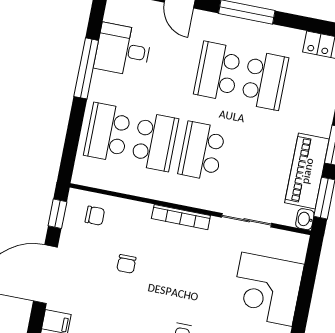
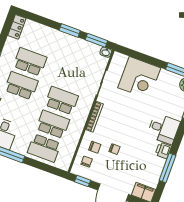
school desk: (218, 71) -> (21, 86), turned 180
school desk: (202, 151) -> (62, 100), turned 180
piano: (307, 171) -> (81, 47), removed
chair: (124, 227) -> (95, 147), added

